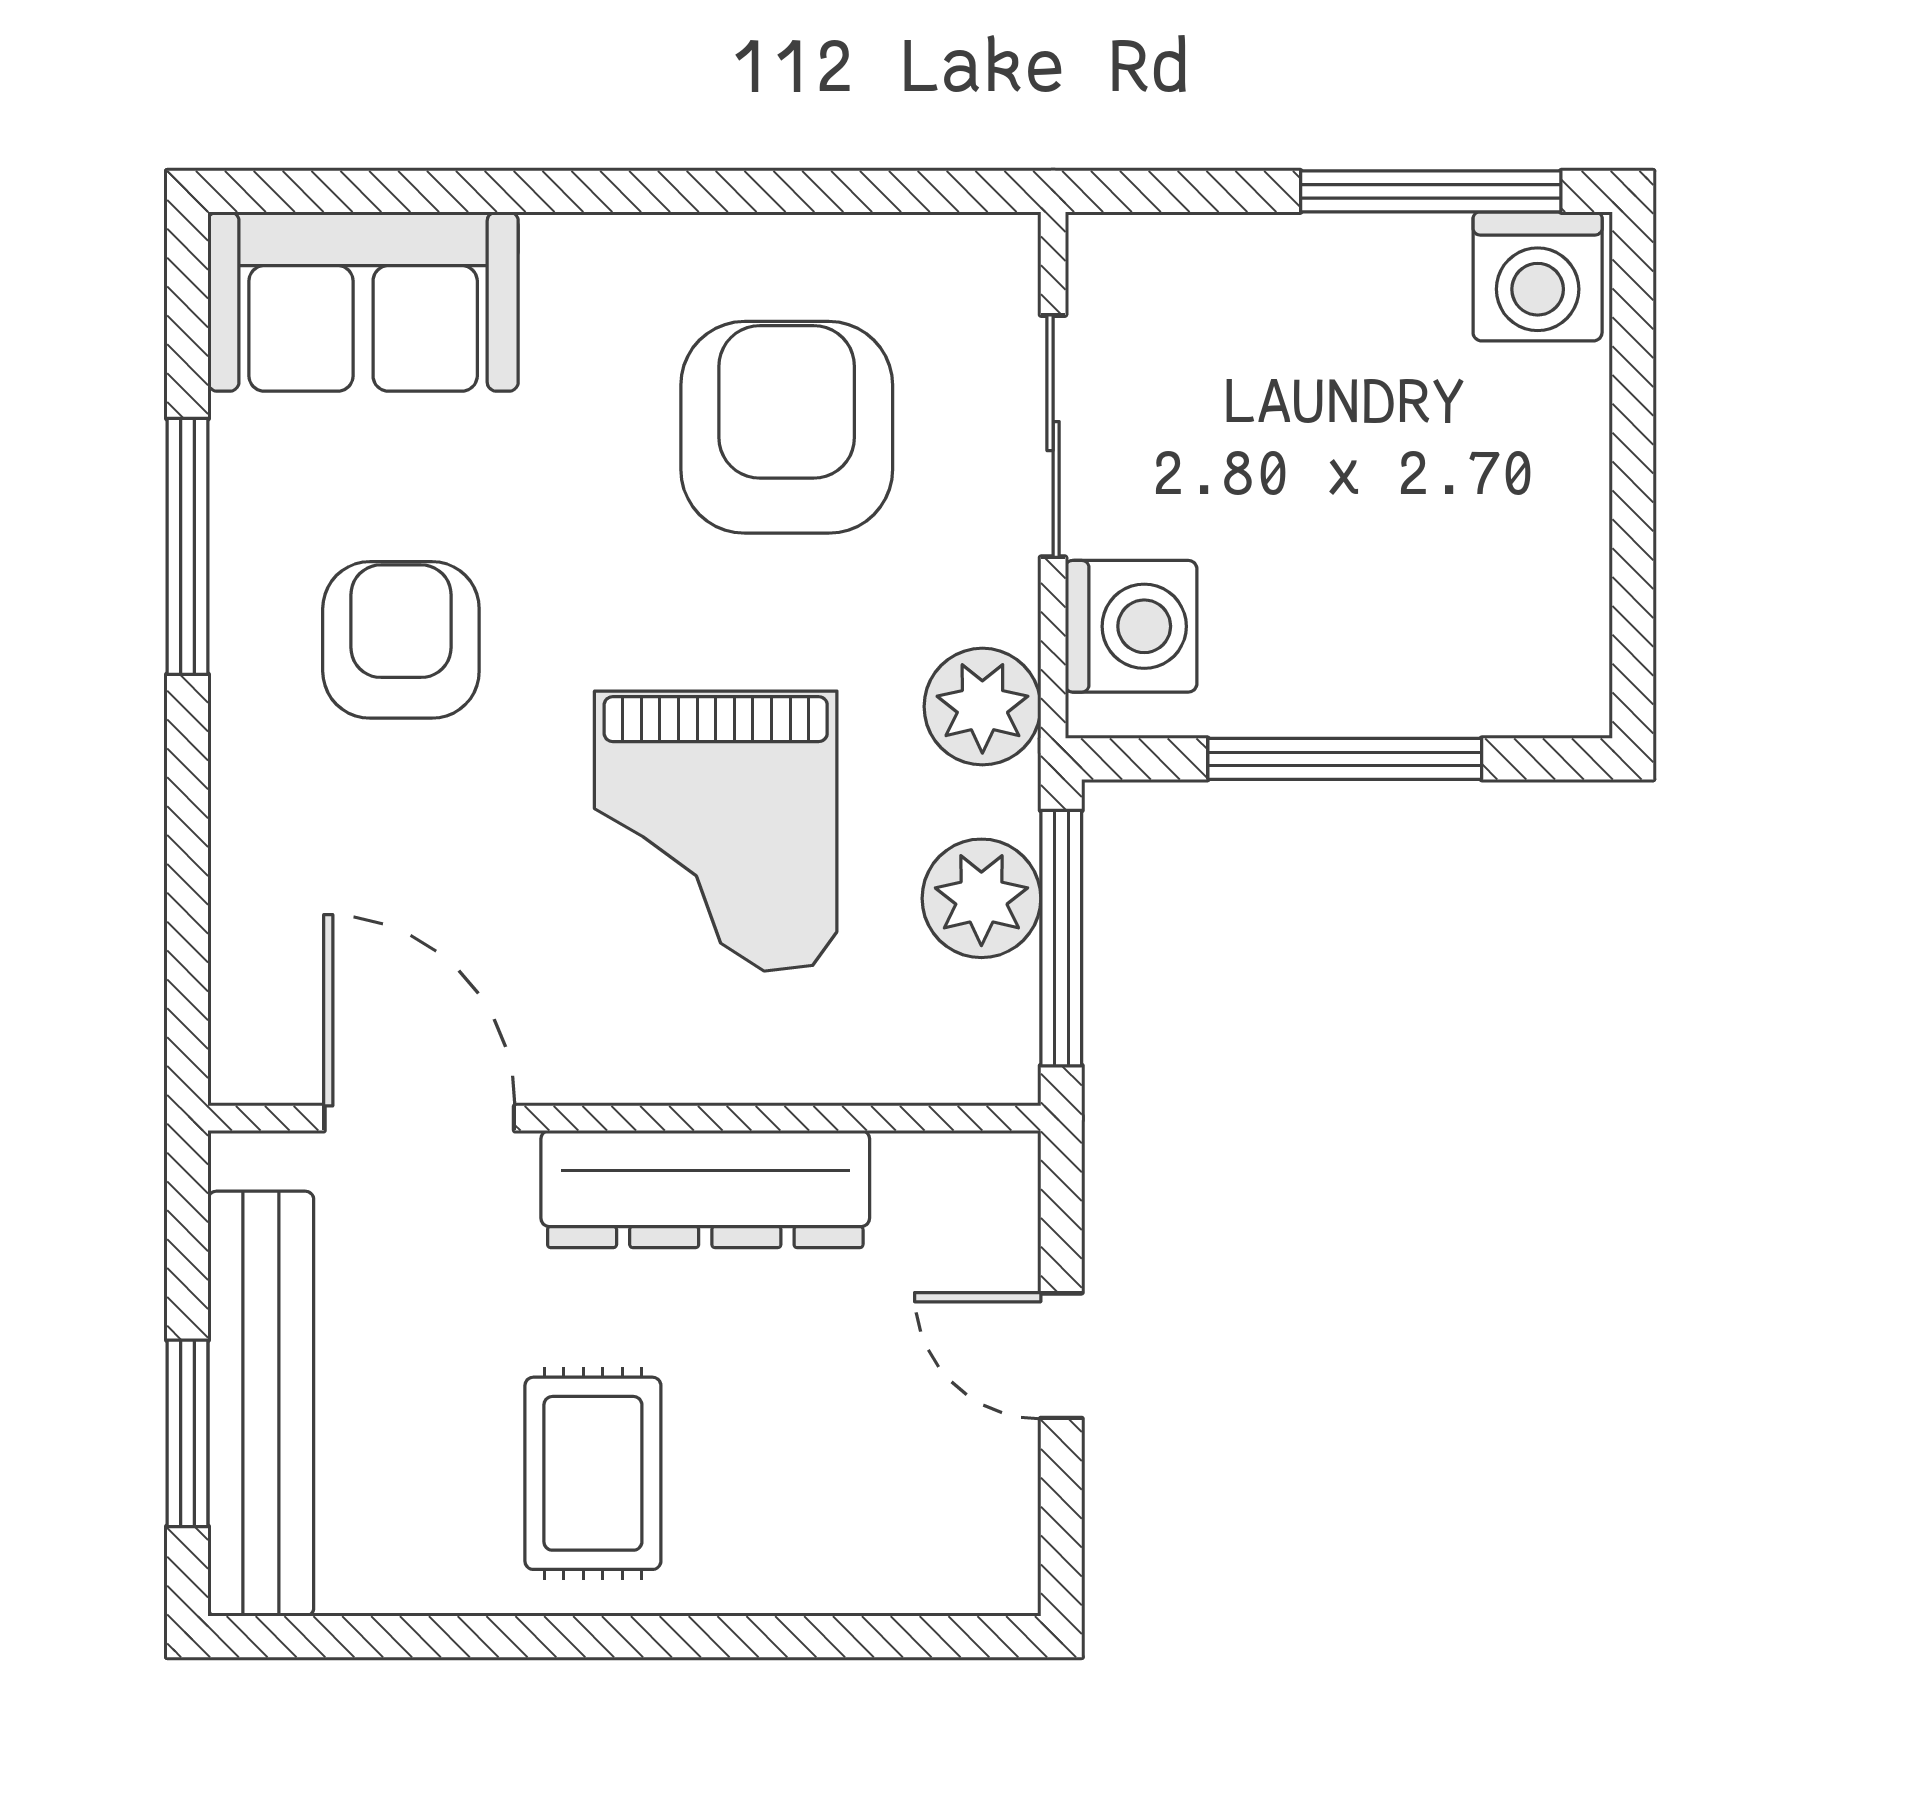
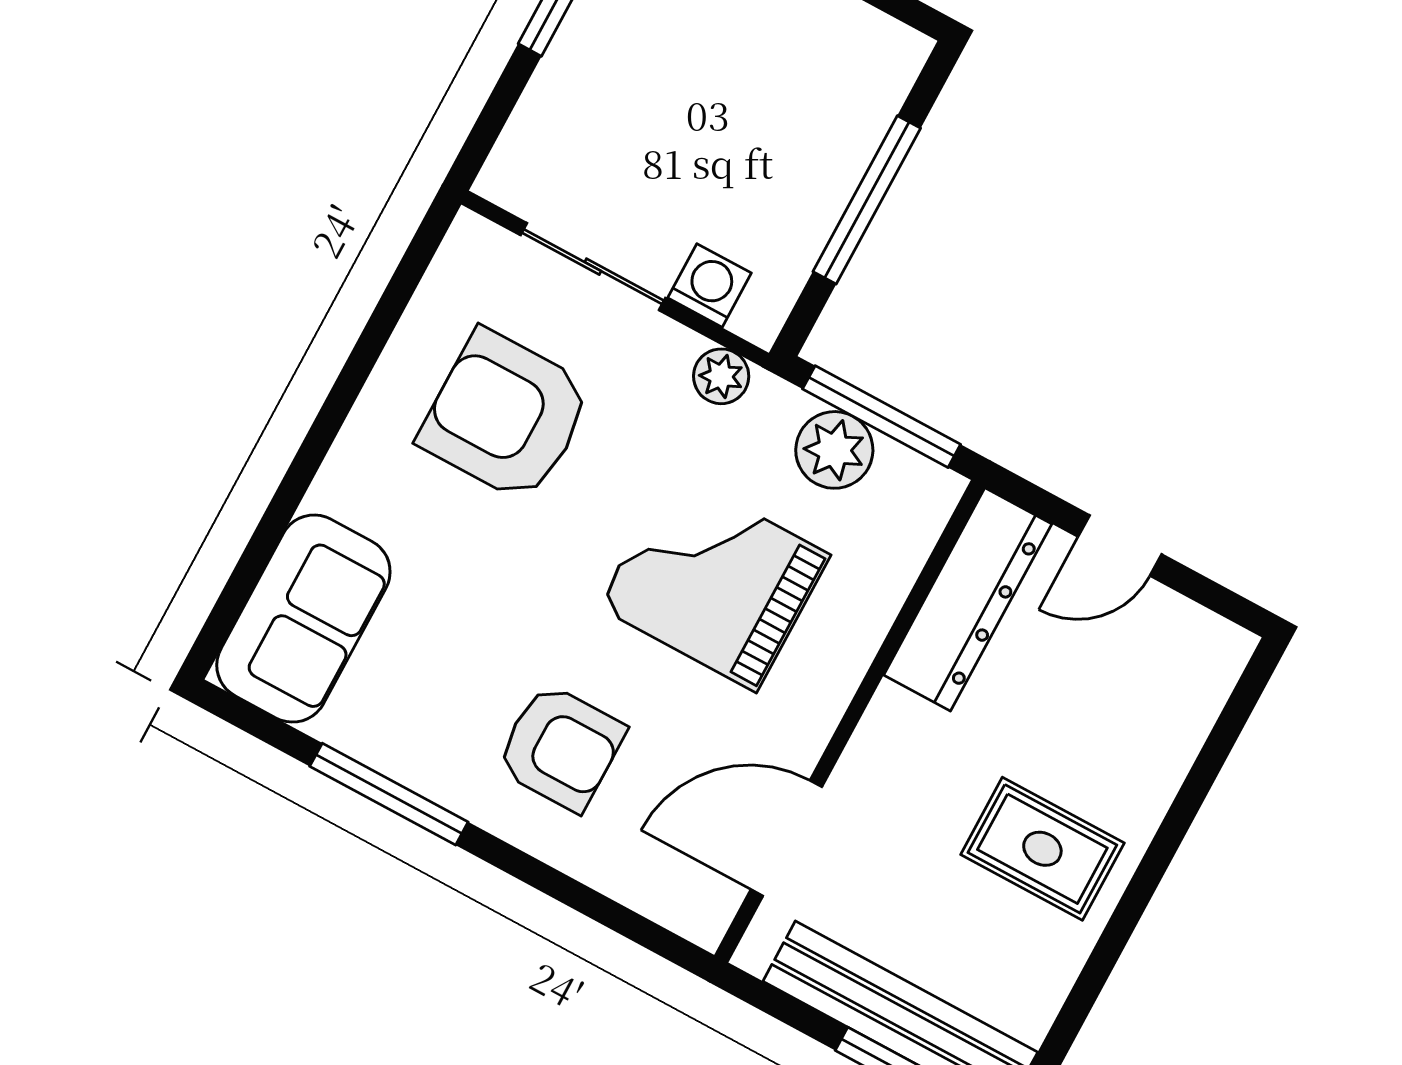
washing machine: (1131, 626) -> (709, 285), width x0.73, depth x0.73
armchair: (401, 640) -> (561, 747), moved, turned 180
plant: (982, 707) -> (721, 376), width x0.73, depth x0.73
grand piano: (716, 831) -> (714, 581), turned 180
dresser: (705, 1189) -> (968, 599), moved

